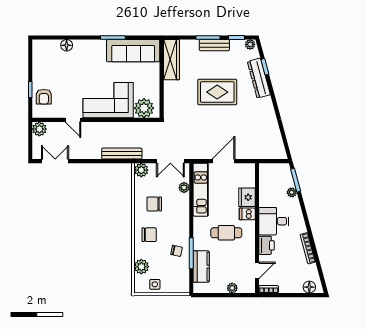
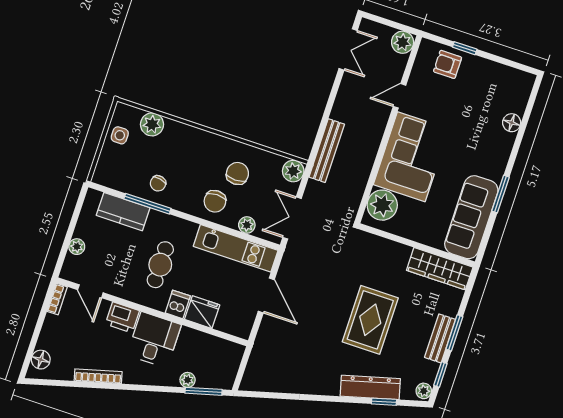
chair: (149, 235) -> (215, 201), moved

